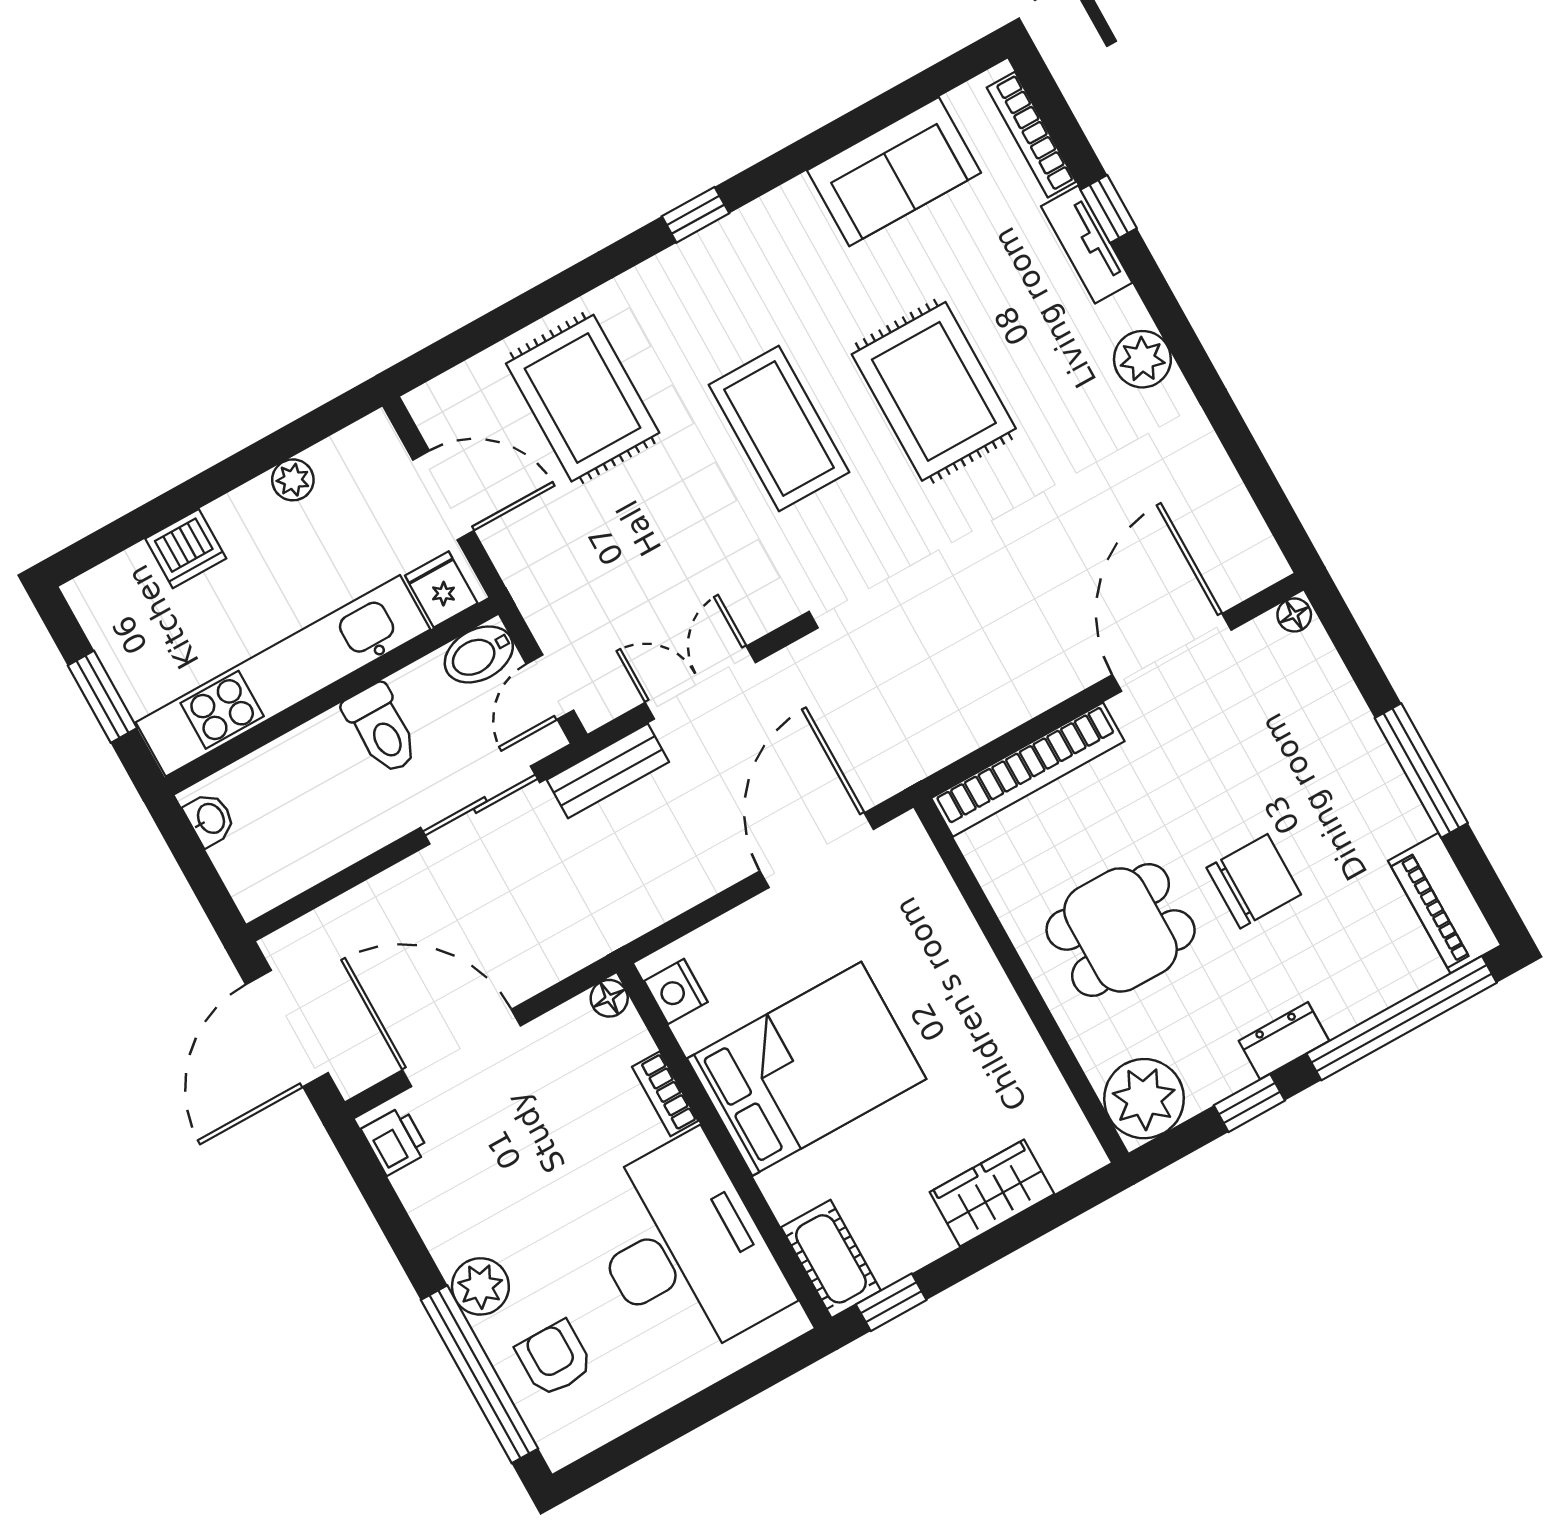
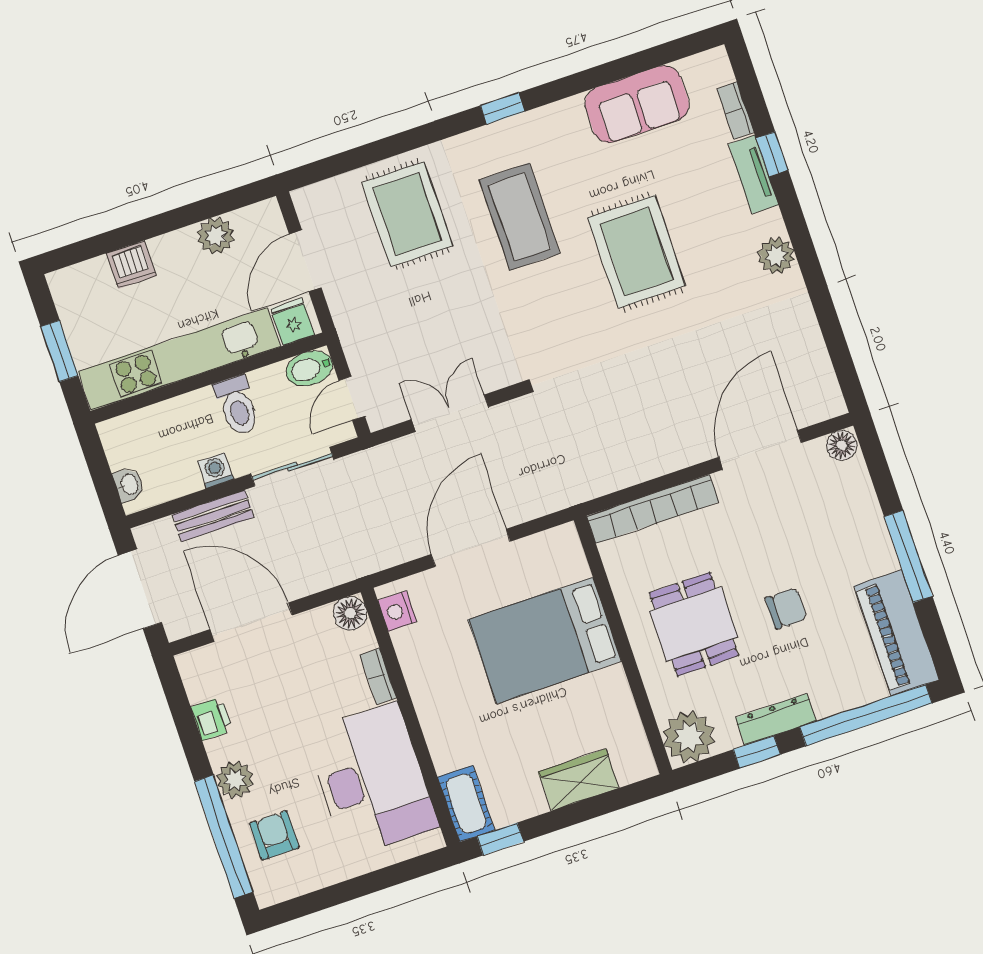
bookcase: (1031, 135) -> (735, 111), width x0.64
coffee table: (779, 429) -> (520, 217), moved
plant: (293, 480) -> (216, 236), width x1.38, depth x1.38
door: (443, 495) -> (305, 261), swing flipped
floor lamp: (1294, 615) -> (842, 445), width x1.37, depth x1.37
bench: (608, 771) -> (213, 516), moved
washbasin: (210, 819) -> (129, 485), moved
washing machine: (367, 832) -> (216, 470), added
door: (817, 850) -> (471, 548), moved
chair: (1254, 881) -> (786, 608), width x0.73, depth x0.73
piano: (1445, 903) -> (897, 633), width x1.37, depth x1.33
dining table: (1121, 930) -> (694, 624), turned 90
floor lamp: (609, 998) -> (350, 613), width x1.37, depth x1.37
dresser: (1284, 1041) -> (776, 719), width x1.44
bed: (807, 1069) -> (545, 640), moved, turned 180
printer: (395, 1141) -> (212, 719), moved

